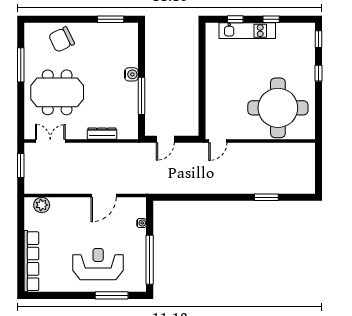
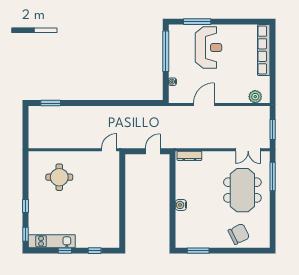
kitchen unit: (247, 31) -> (52, 241), moved
window: (21, 65) -> (273, 177), moved
meeting table: (57, 92) -> (242, 190), turned 90
window: (141, 96) -> (172, 187), removed
round table: (278, 108) -> (59, 177), width x0.54, depth x0.54
dresser: (102, 134) -> (189, 156), moved
window: (266, 197) -> (51, 103), moved
reception desk: (98, 264) -> (208, 48), turned -90

